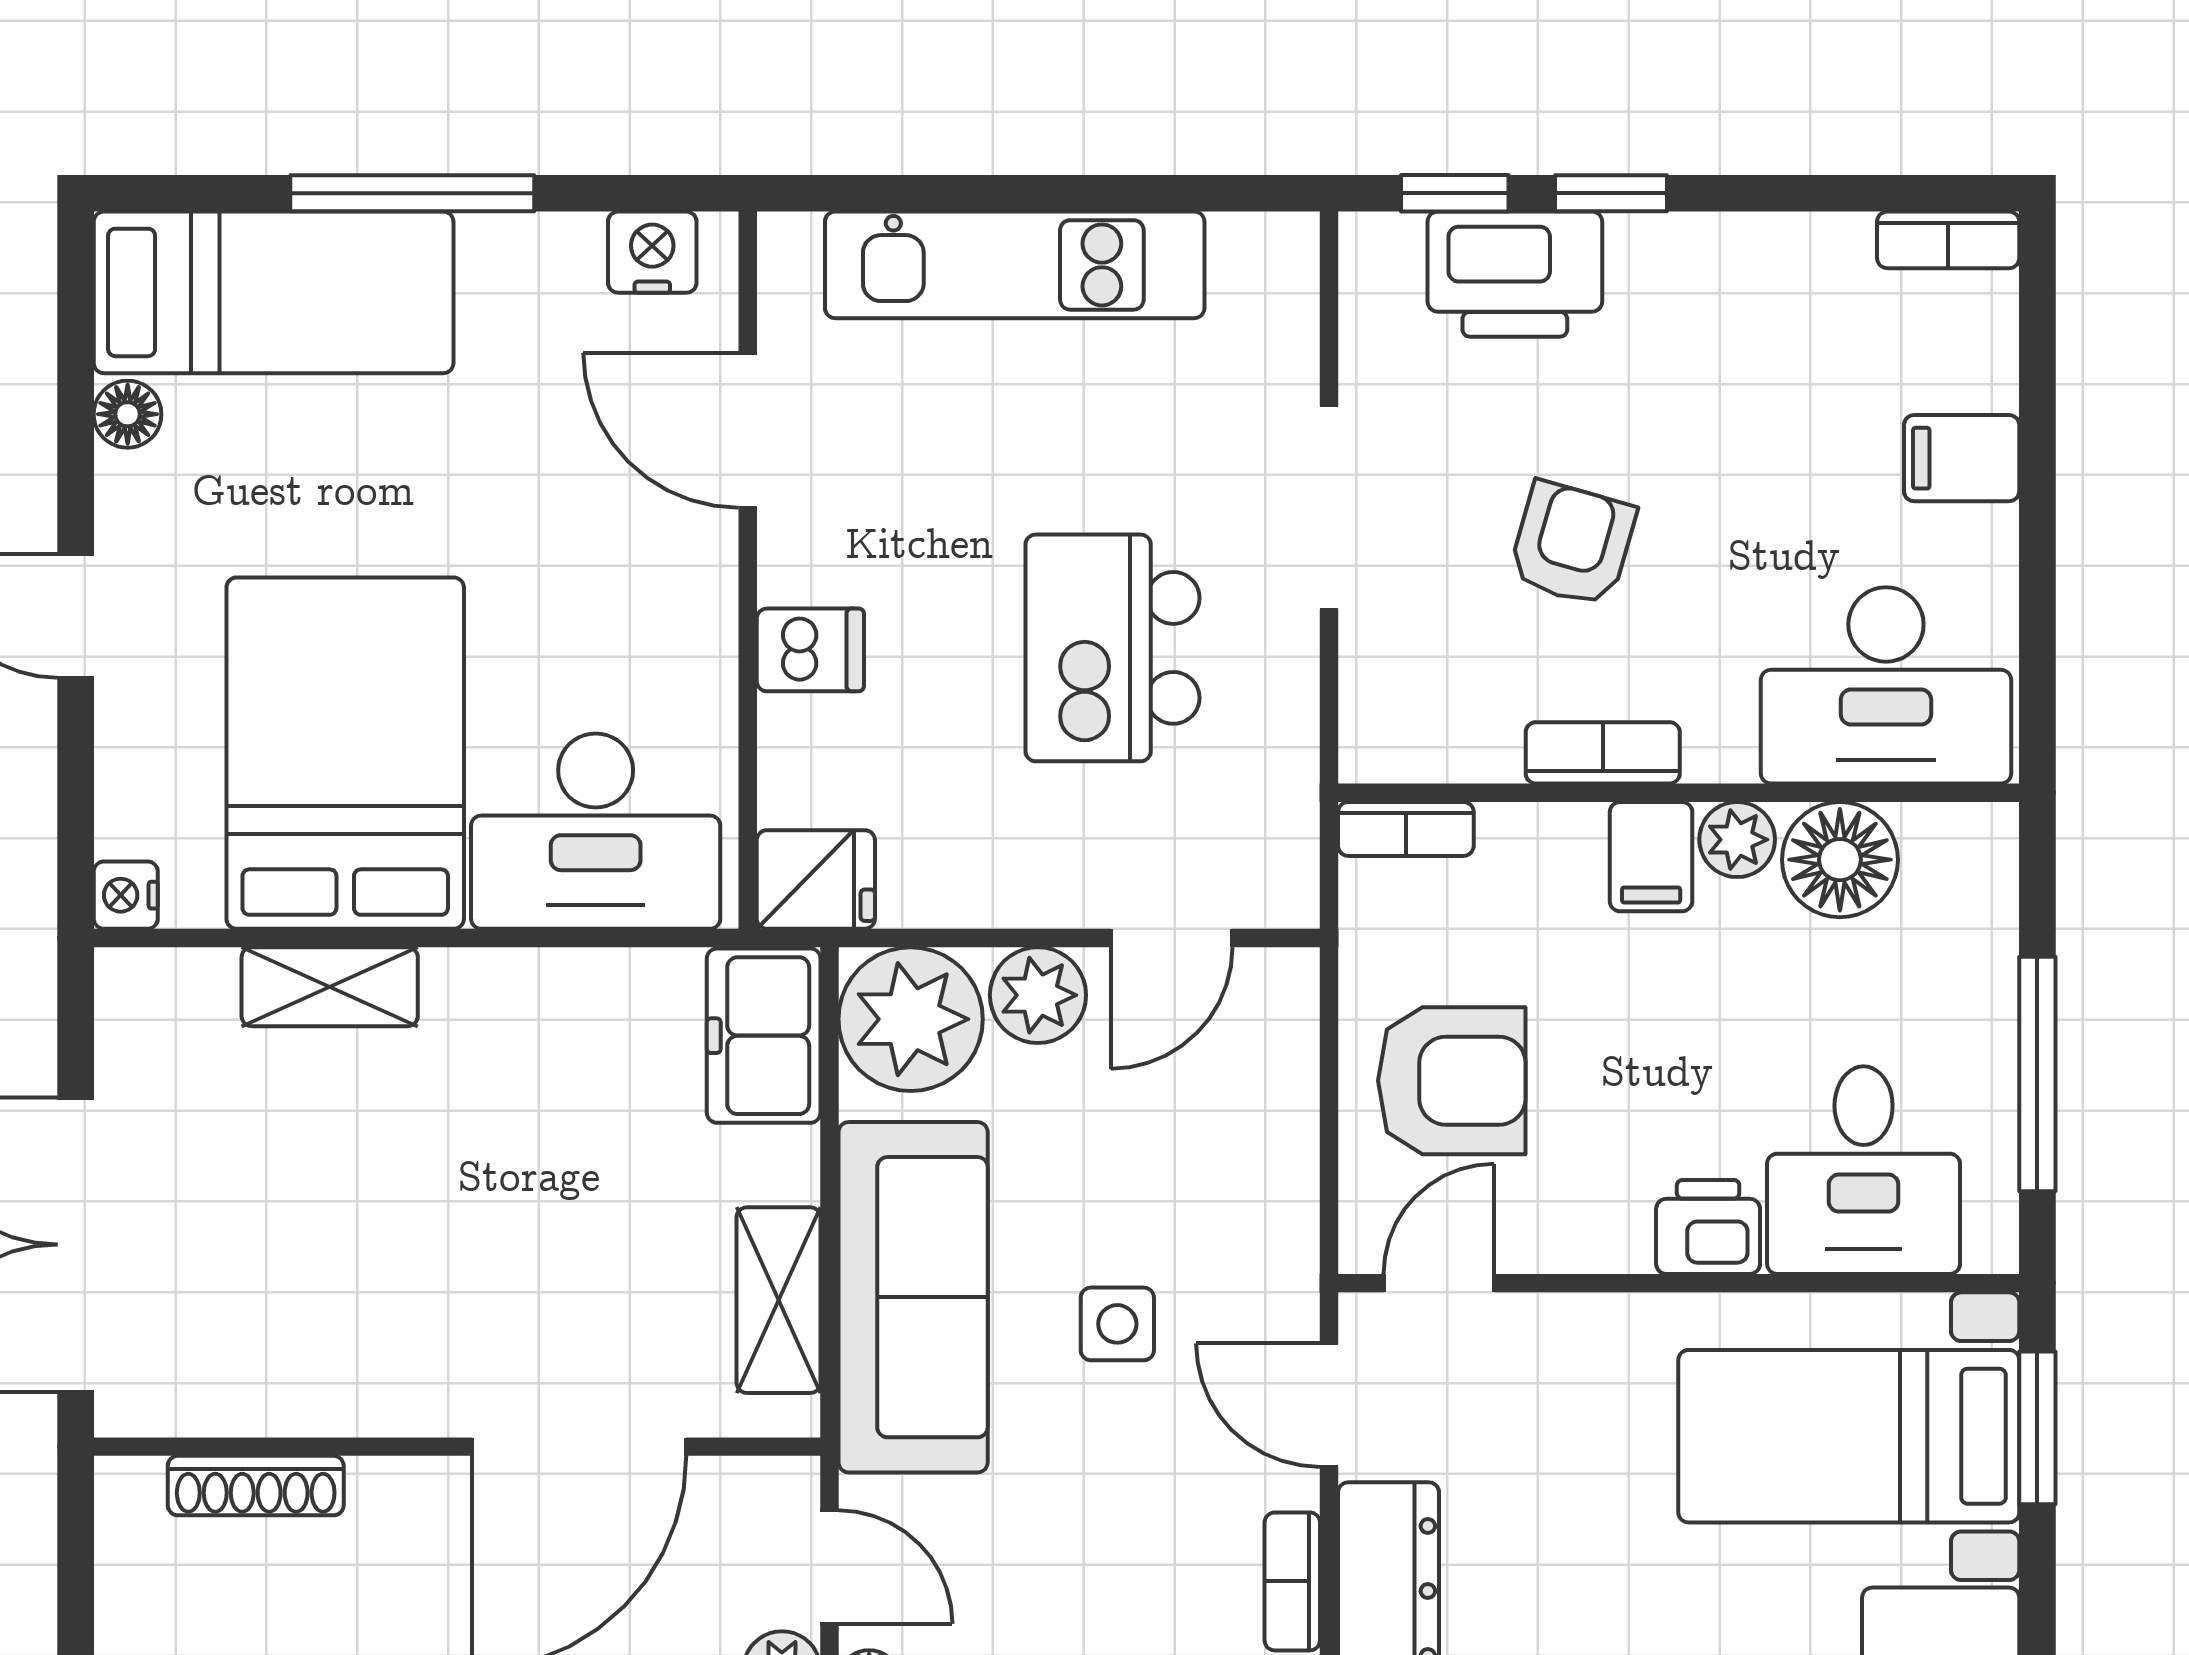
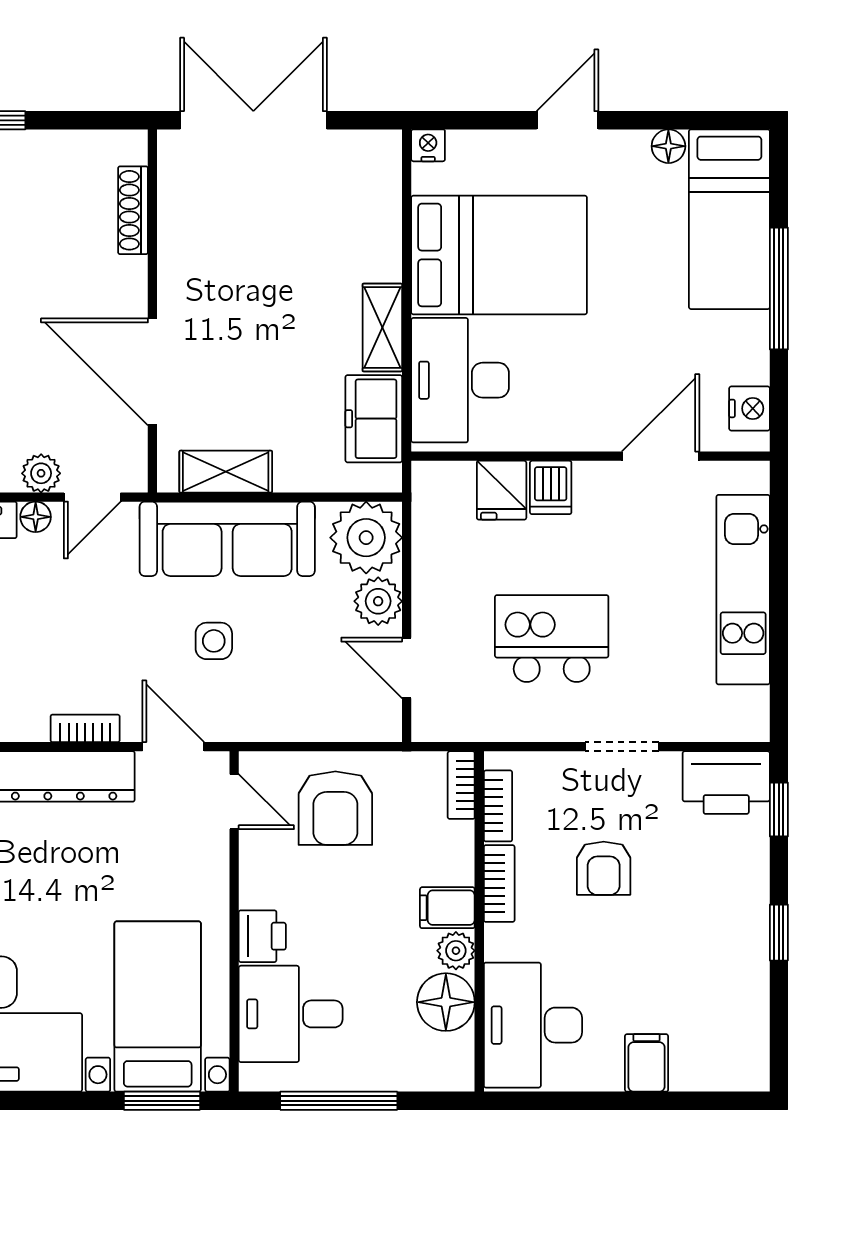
window: (1611, 193) -> (779, 933), moved
bookcase: (1948, 240) -> (498, 806), moved, turned 180
printer: (1515, 274) -> (726, 783), moved, turned -90
doorway: (1329, 508) -> (622, 747), width x0.73
armchair: (1572, 544) -> (604, 868), turned 74
fridge: (816, 879) -> (502, 490), moved
shelving: (330, 987) -> (382, 328), moved
freezer: (764, 1036) -> (374, 419), moved, turned -90
door: (1329, 1405) -> (173, 747), hinge flipped

